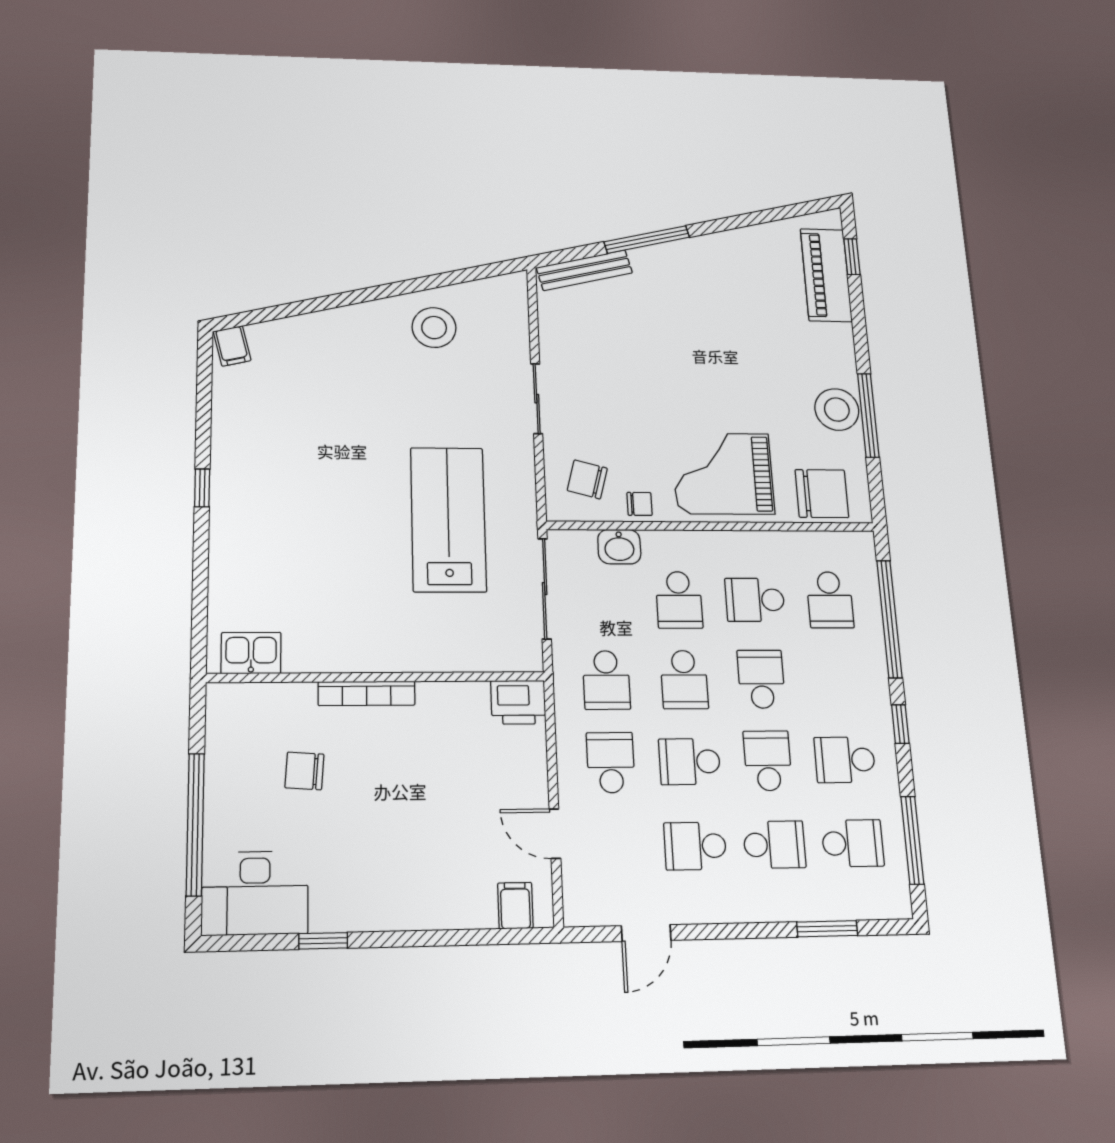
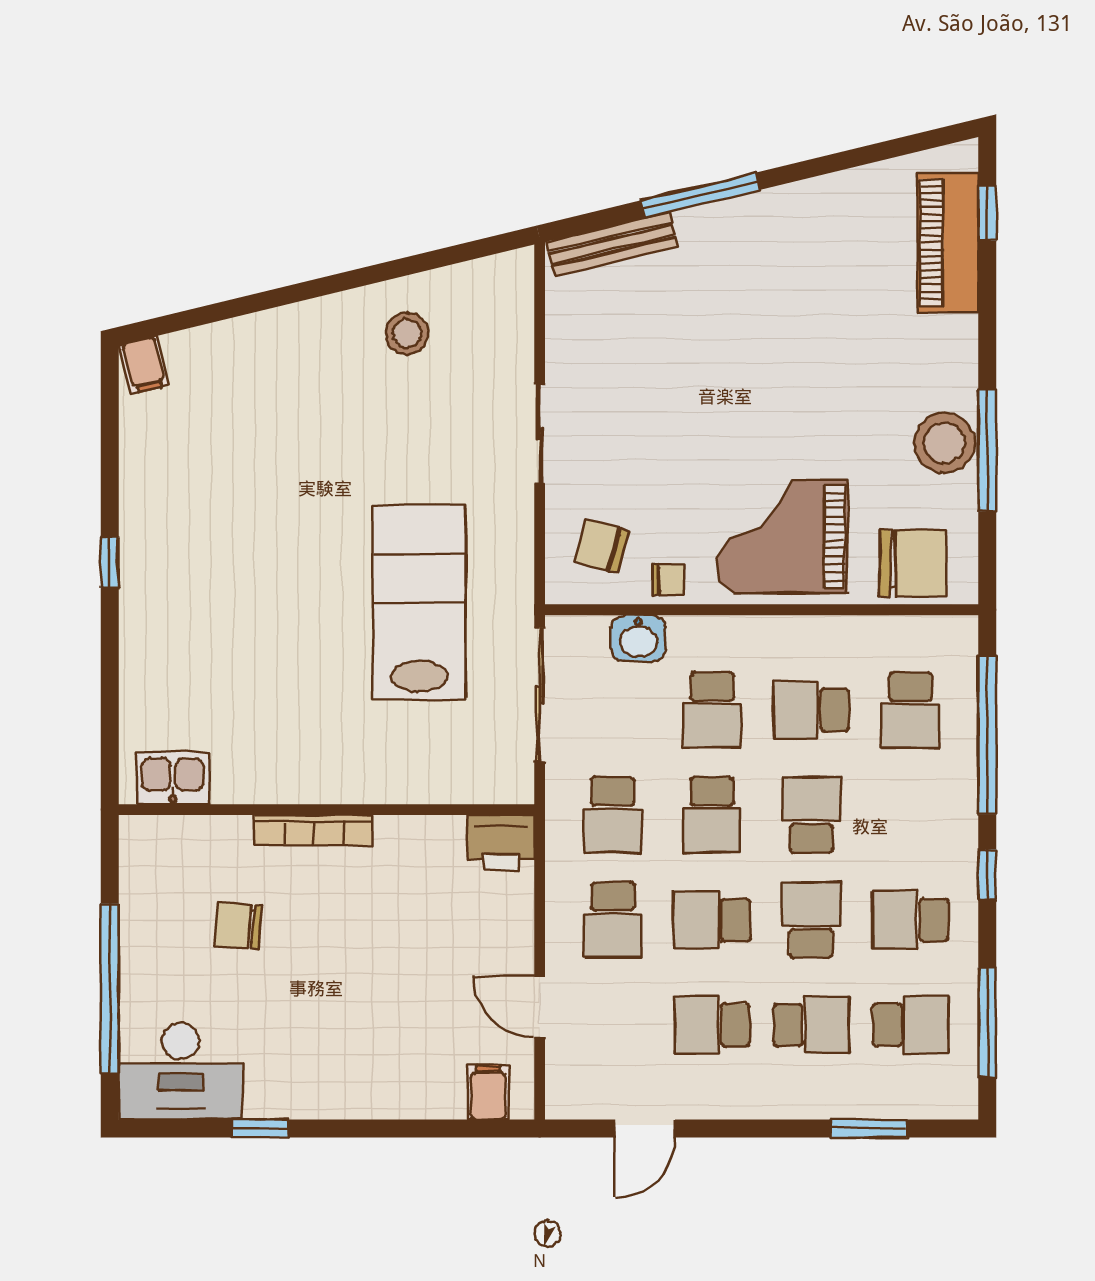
stool: (434, 328) -> (407, 334), width x0.73, depth x0.73
school desk: (611, 762) -> (613, 920), turned 180

